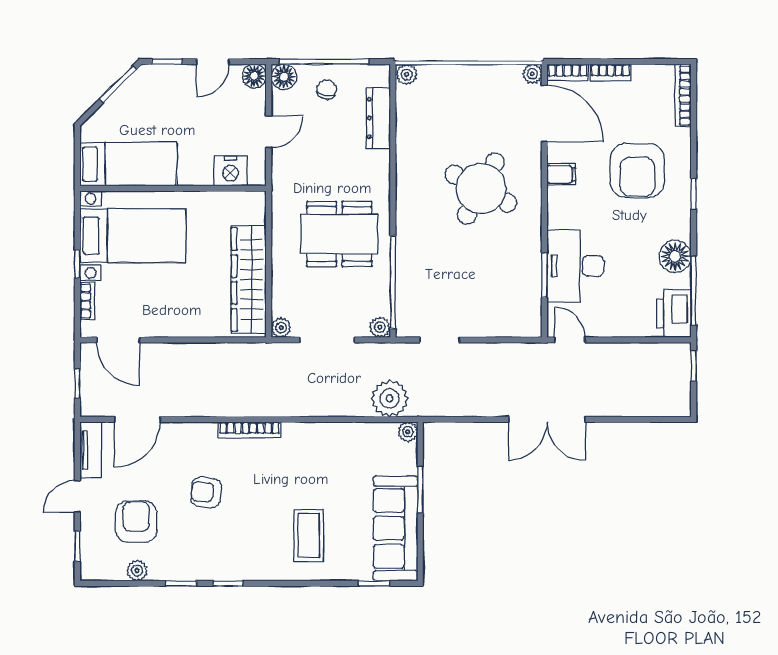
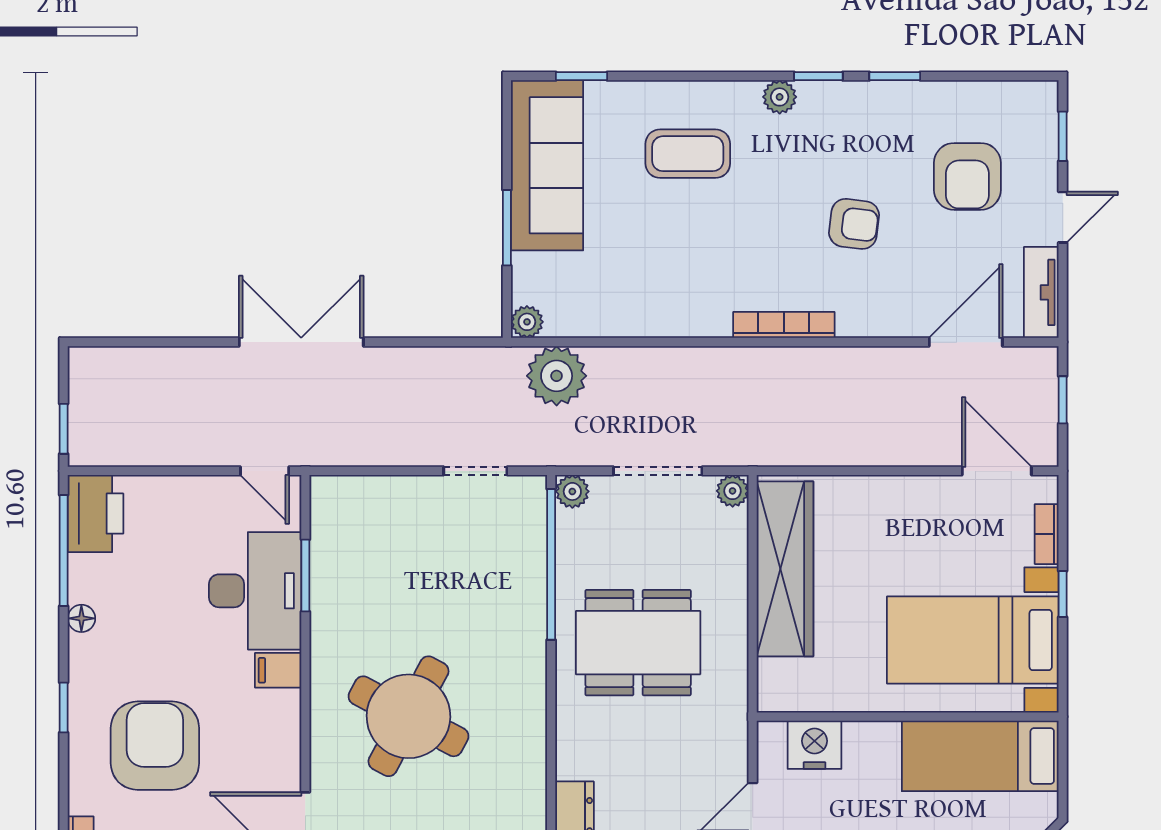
filing cabinet: (561, 174) -> (278, 670), moved
floor lamp: (675, 256) -> (81, 618), width x0.53, depth x0.53
coffee table: (309, 536) -> (688, 154), turned 90
plant: (137, 570) -> (780, 97), moved

